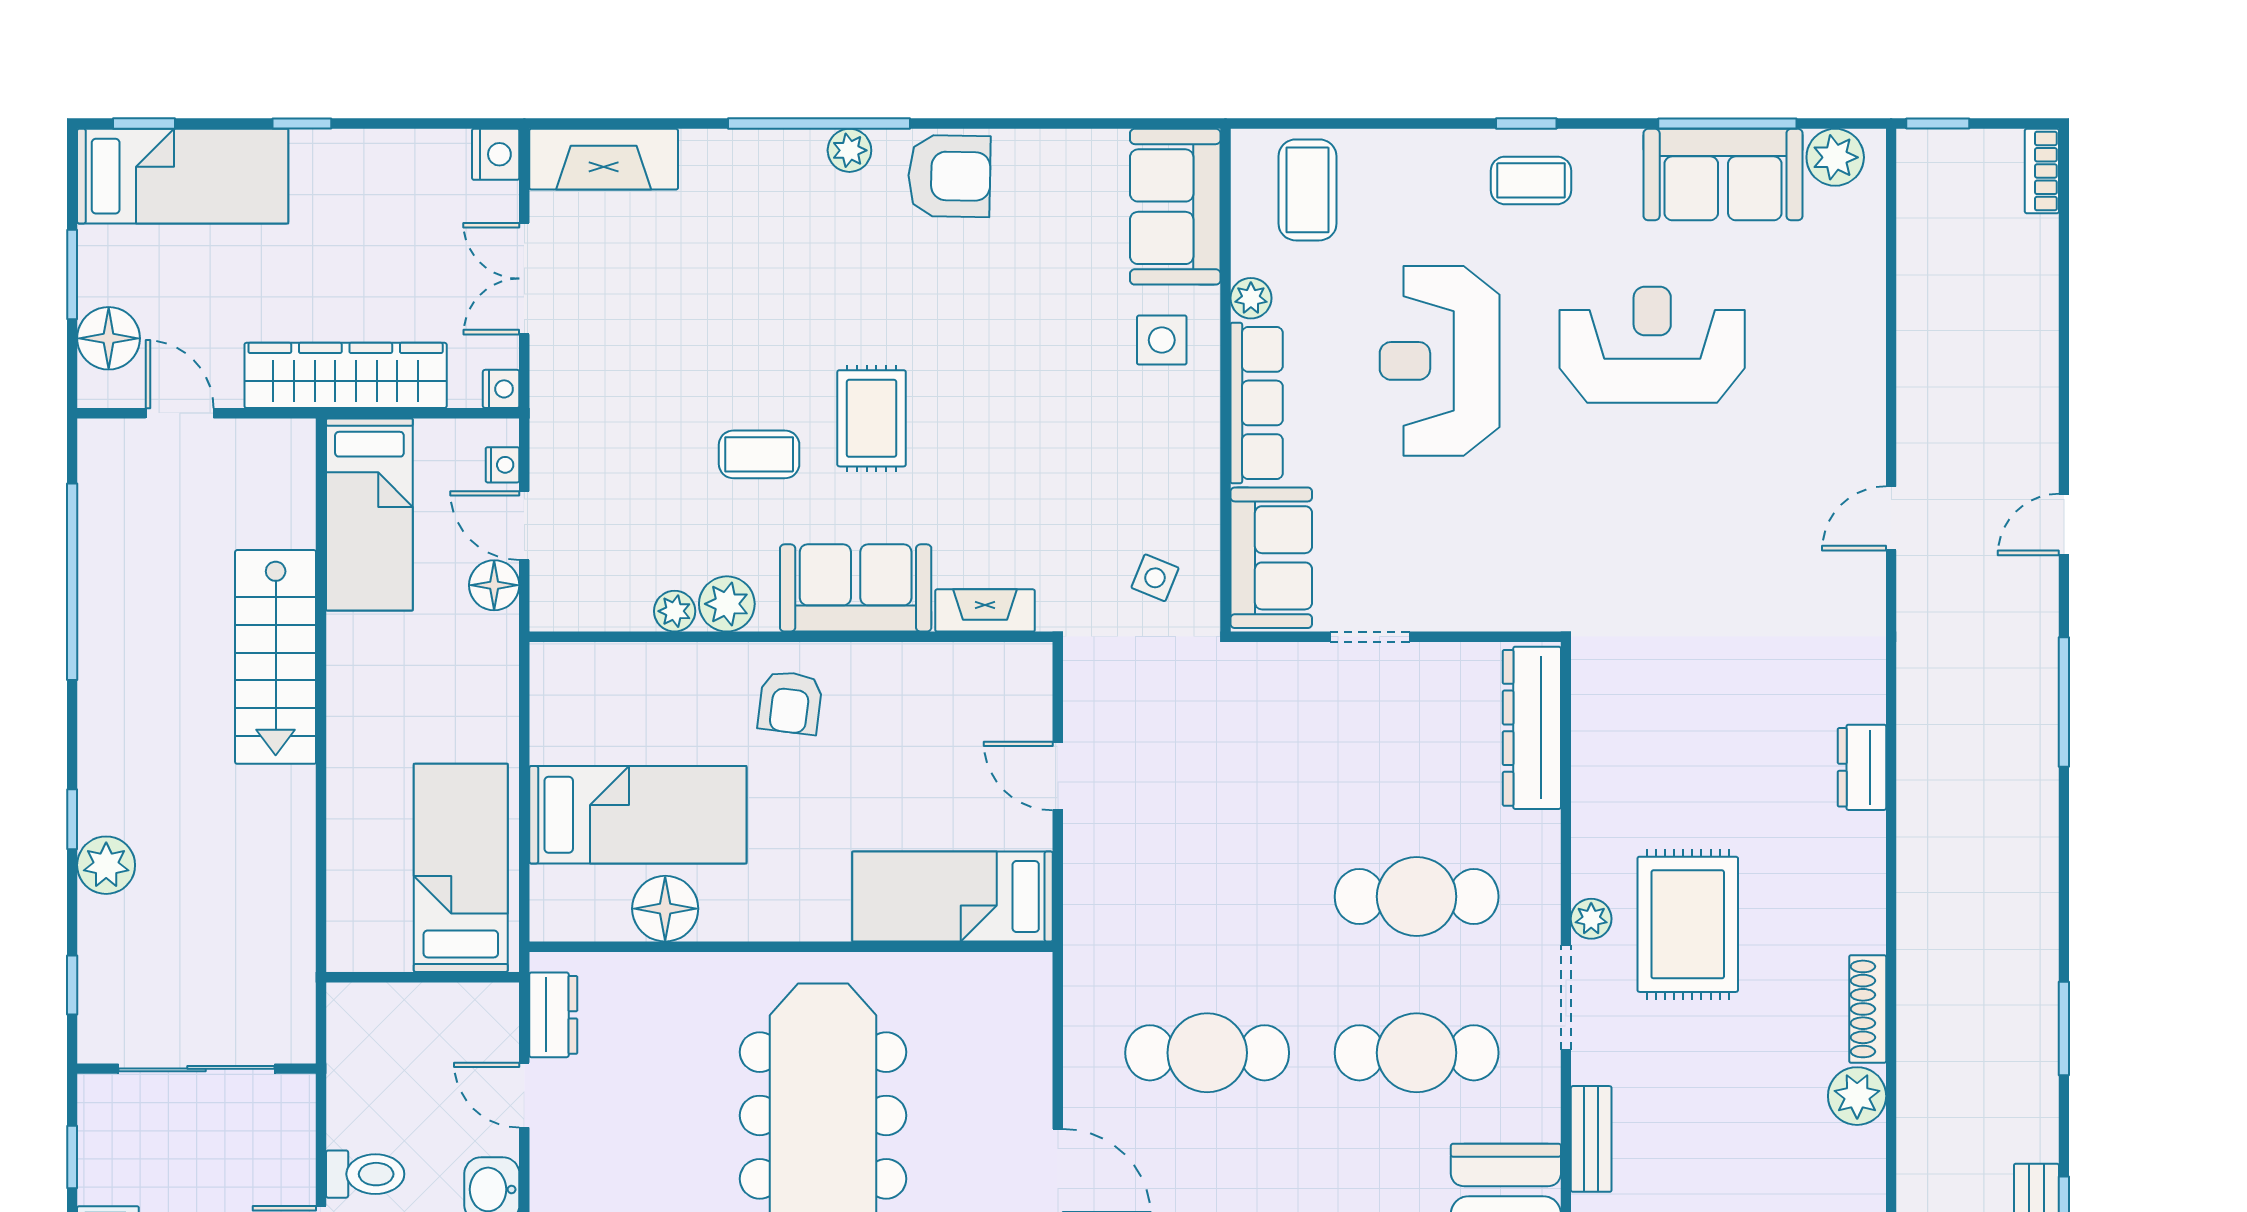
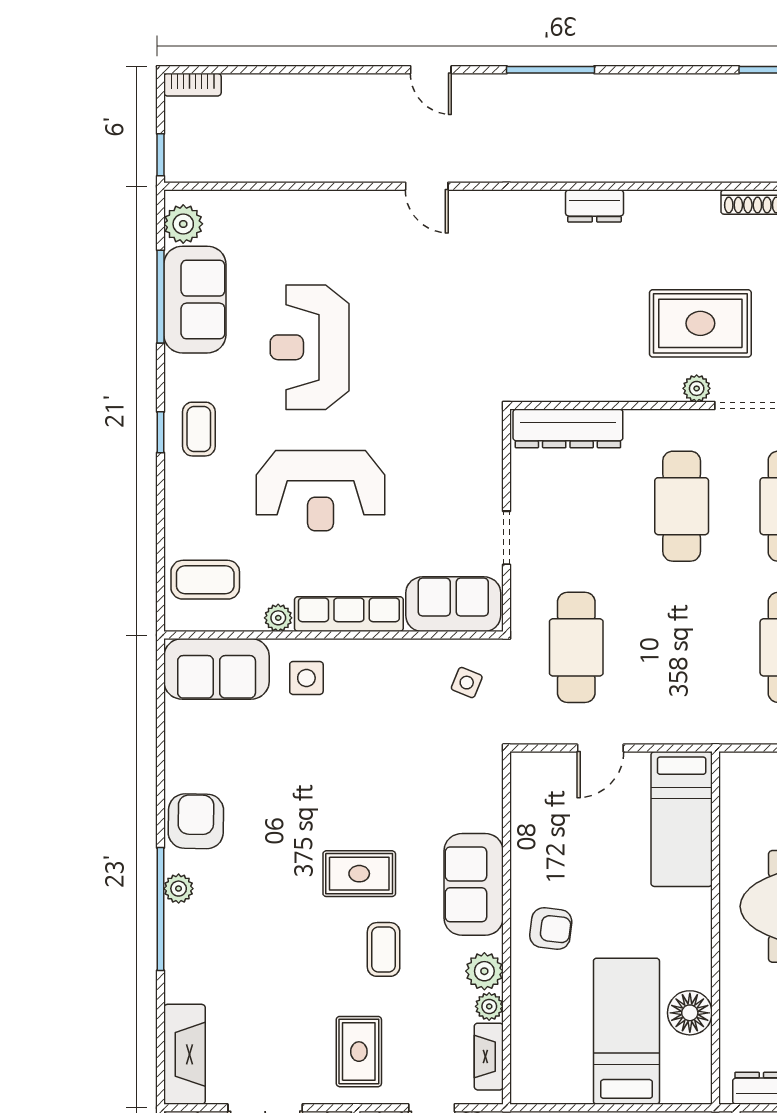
rug: (608, 418) -> (359, 1052), added
fireplace: (985, 610) -> (489, 1057), moved
cafe table: (1207, 740) -> (576, 647), added

